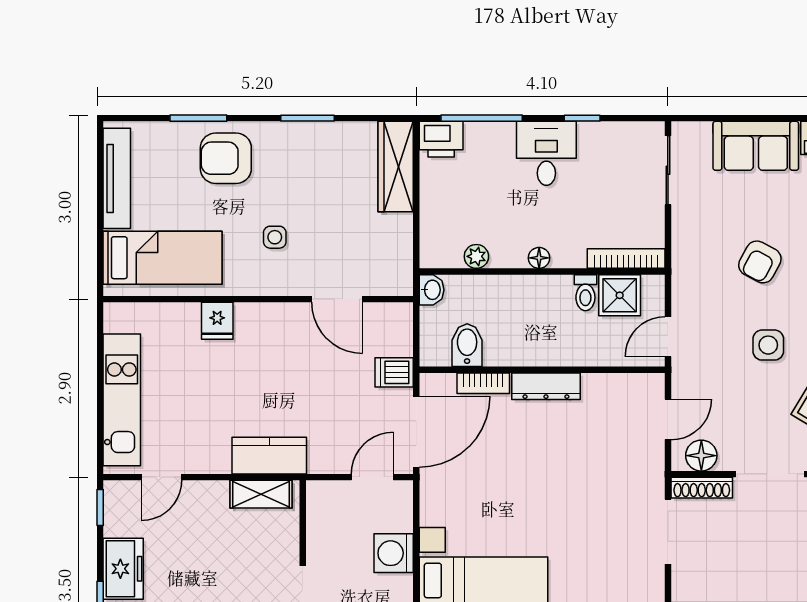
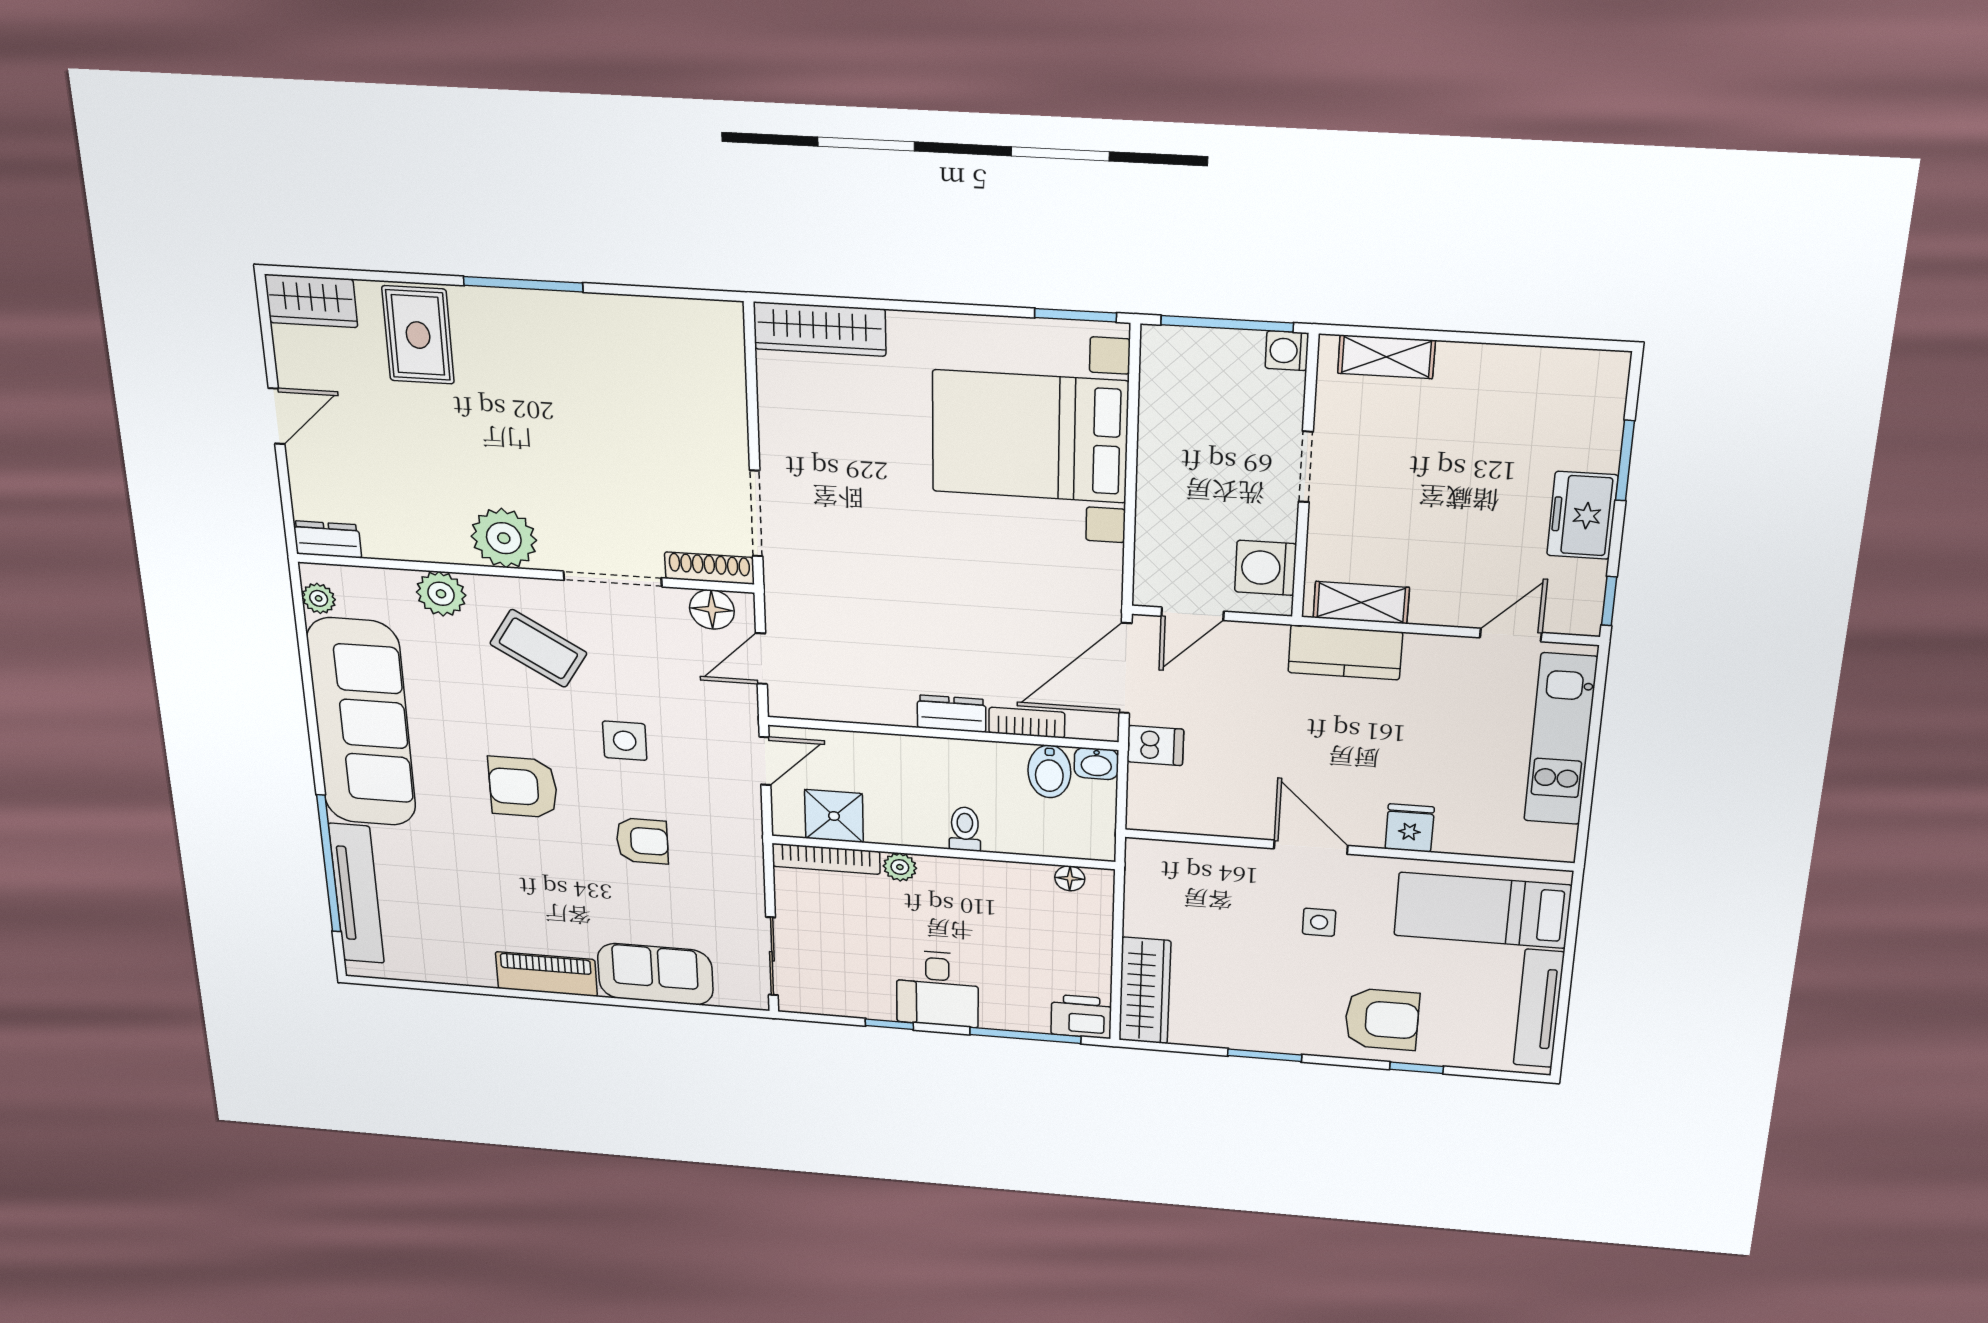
window: (198, 118) -> (1417, 1068), width x0.67
plant: (476, 256) -> (900, 867), moved
floor lamp: (539, 258) -> (1070, 878), moved
armchair: (760, 262) -> (642, 841), turned 62
washbasin: (432, 290) -> (1096, 764), moved, turned -90
toilet: (585, 293) -> (965, 829), moved
door: (337, 299) -> (1311, 847), moved
dresser: (546, 386) -> (952, 714), width x0.70
washing machine: (394, 553) -> (1266, 568), moved, turned 180

